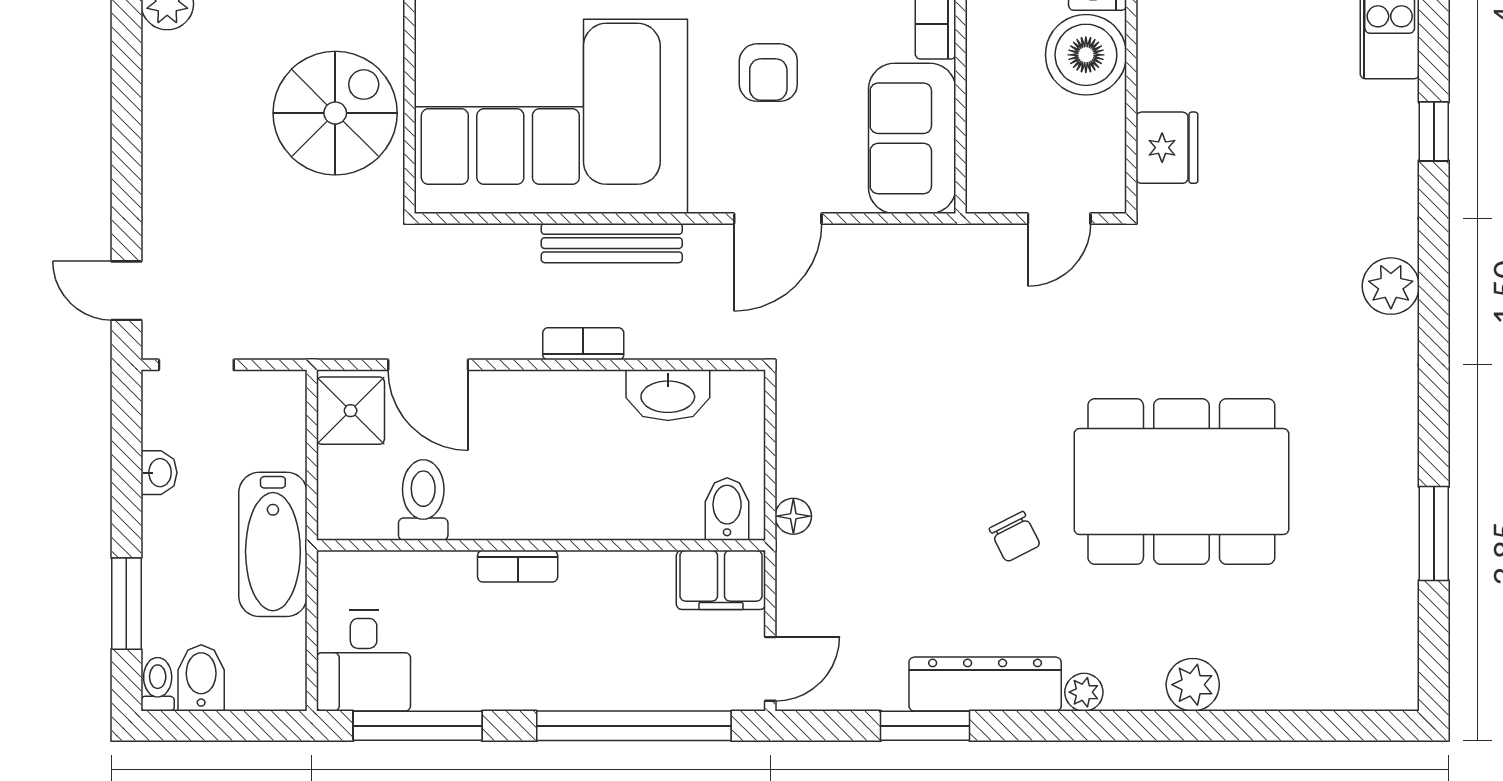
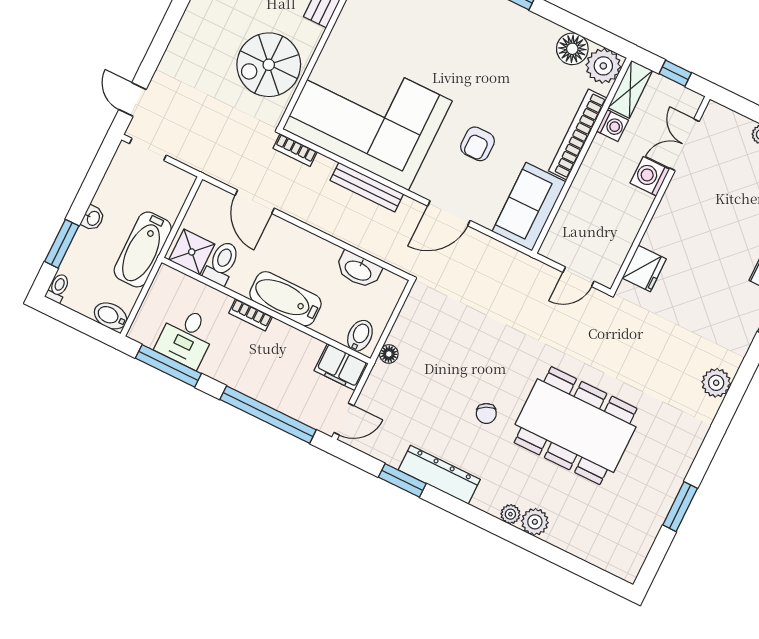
boiler: (1086, 55) -> (628, 207), removed
spiral stairs: (335, 113) -> (269, 65), turned 180
bookcase: (583, 344) -> (295, 150), moved, turned 180
shower: (351, 411) -> (192, 252), moved
washbasin: (159, 473) -> (93, 218), moved
bathtub: (565, 508) -> (285, 299), added
desk: (364, 661) -> (186, 337), moved
bidet: (201, 678) -> (111, 316), moved, turned -90
plant: (1084, 692) -> (510, 514), moved

